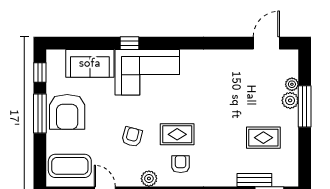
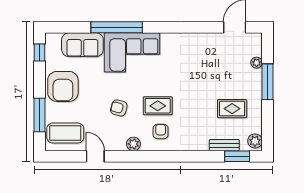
window: (130, 43) -> (117, 27), width x3.17
plant: (290, 100) -> (255, 141), moved
window: (40, 114) -> (39, 115), moved
armchair: (132, 137) -> (119, 108), turned -90

